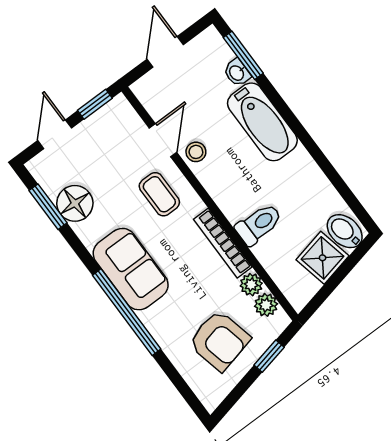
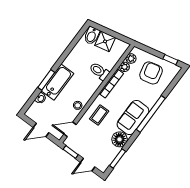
window: (243, 55) -> (46, 80), moved
door: (163, 140) -> (70, 129), moved
floor lamp: (75, 203) -> (120, 139), moved
window: (269, 356) -> (170, 60), moved

